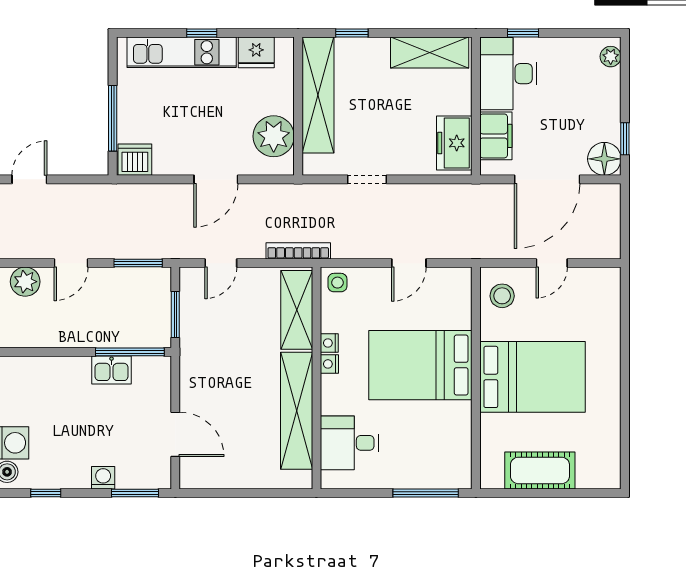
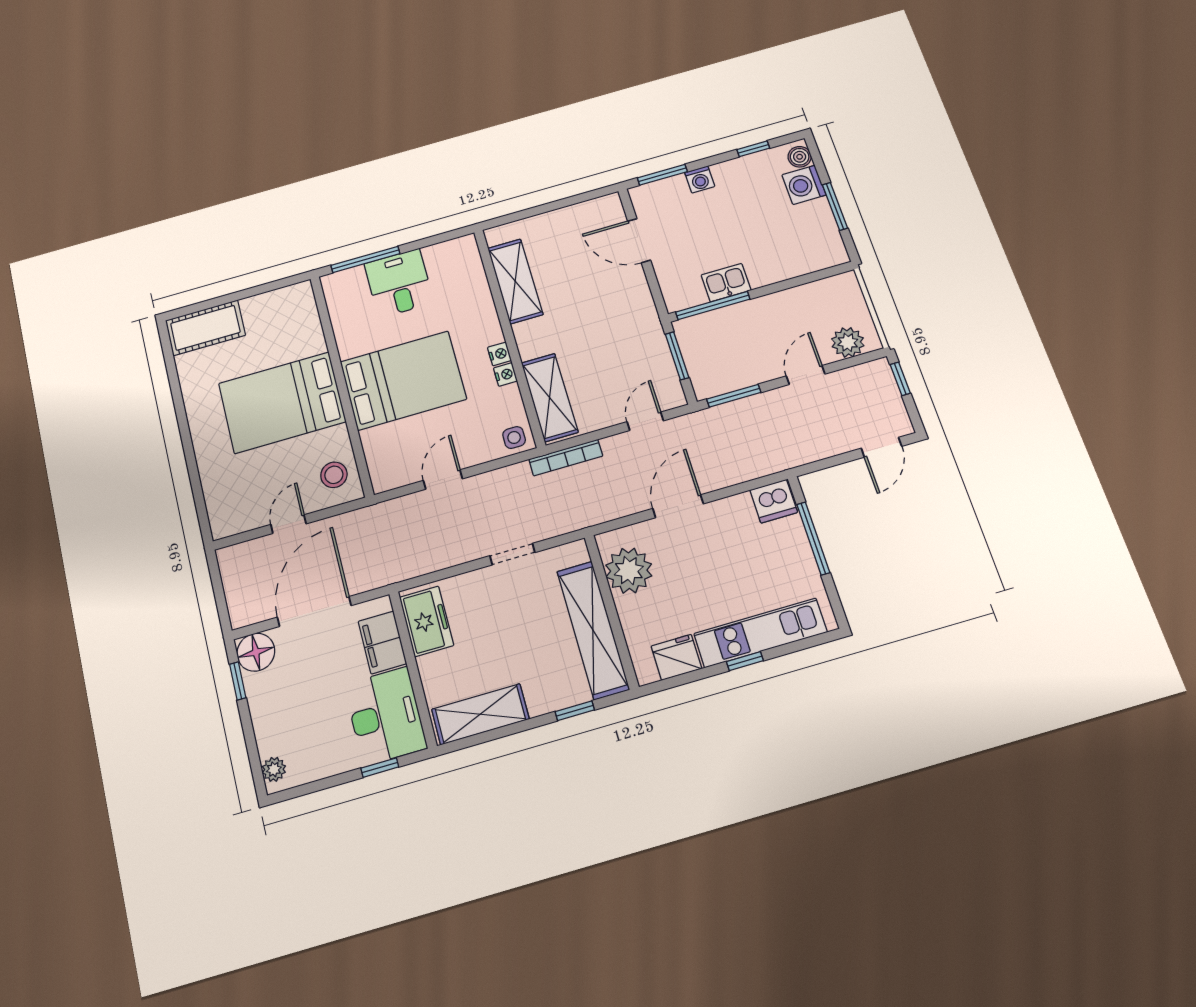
shelving: (297, 411) -> (515, 281), width x0.68
desk: (349, 443) -> (399, 283), moved, turned -90
cot: (540, 470) -> (205, 328), moved

